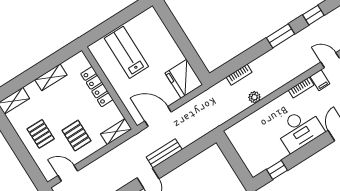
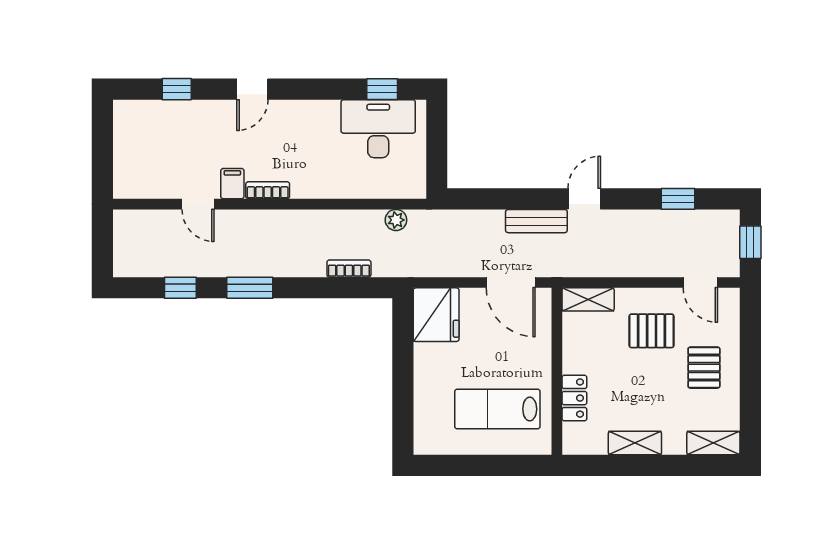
lab bench: (126, 52) -> (497, 409), turned 90
locker: (97, 87) -> (574, 398), width x0.66
plant: (254, 97) -> (396, 220), moved
desk: (299, 129) -> (378, 129), moved
pallet: (77, 136) -> (652, 331), turned 90

